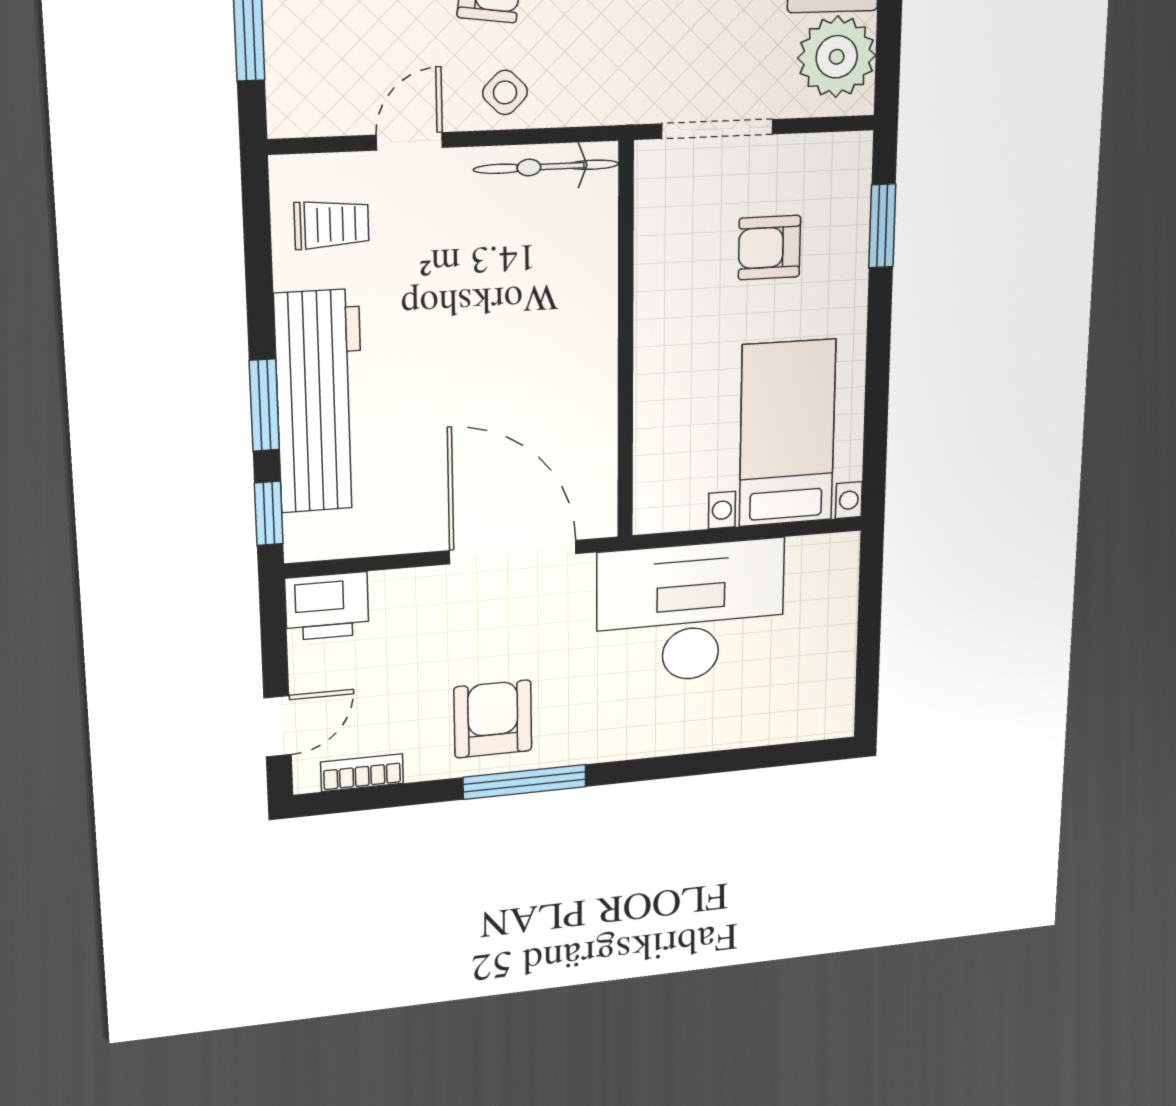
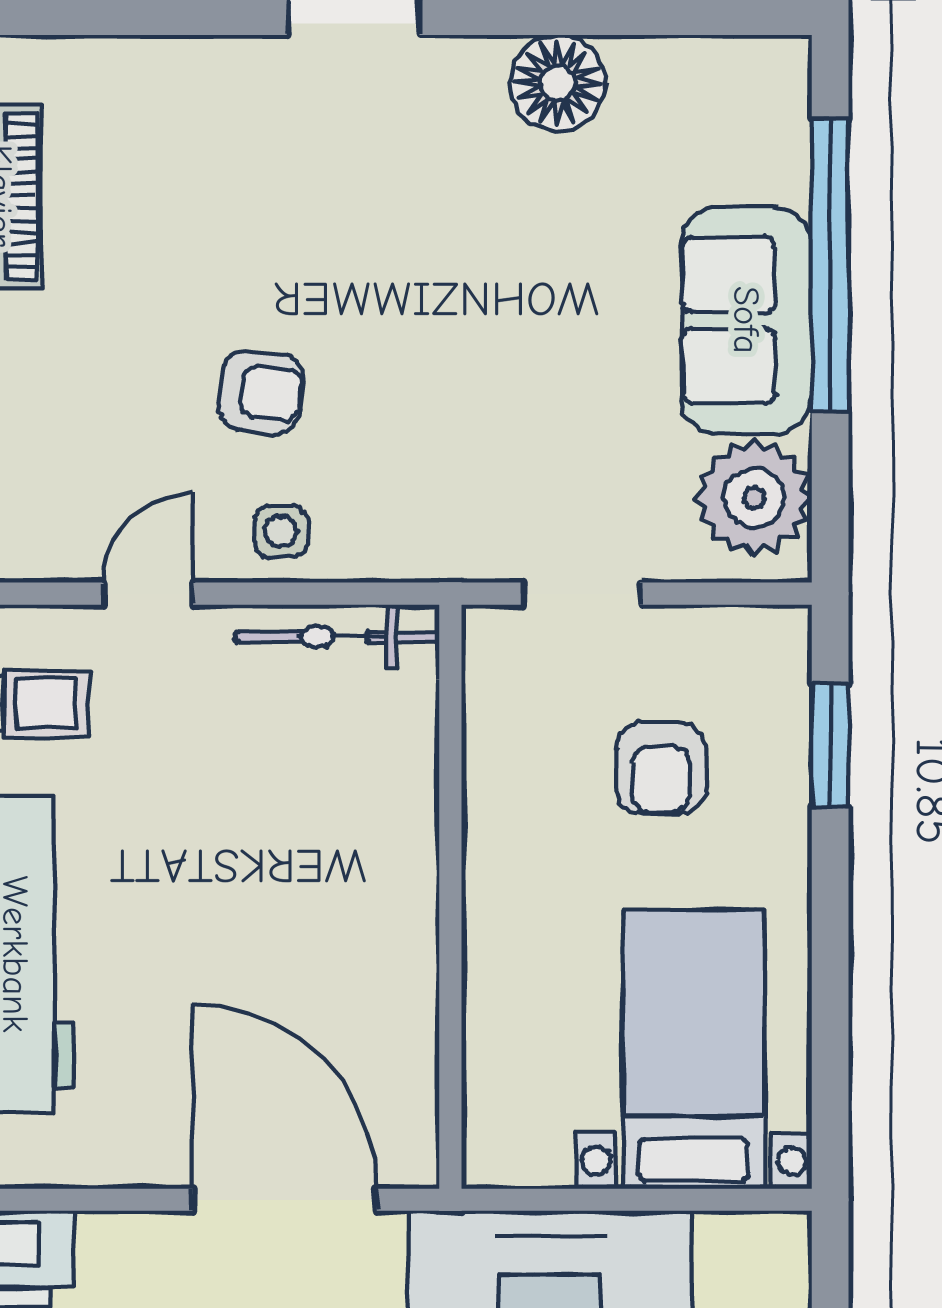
side table: (505, 92) -> (281, 531), turned 45
doorway: (717, 129) -> (581, 594), width x0.73
armchair: (769, 248) -> (661, 768), turned -90

